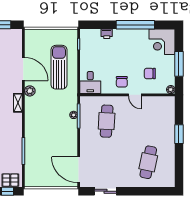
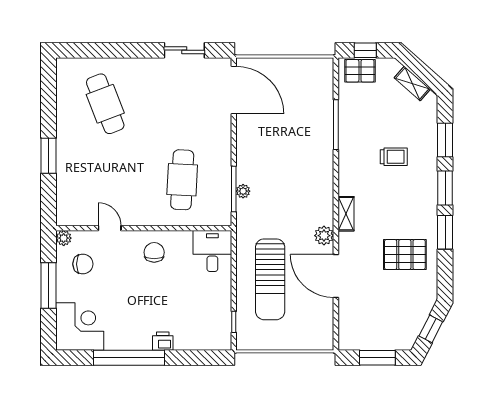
printer: (107, 34) -> (163, 341), moved
chair: (150, 73) -> (83, 264), moved
door: (135, 95) -> (110, 228), moved
cafe table: (148, 162) -> (105, 104), turned -33

